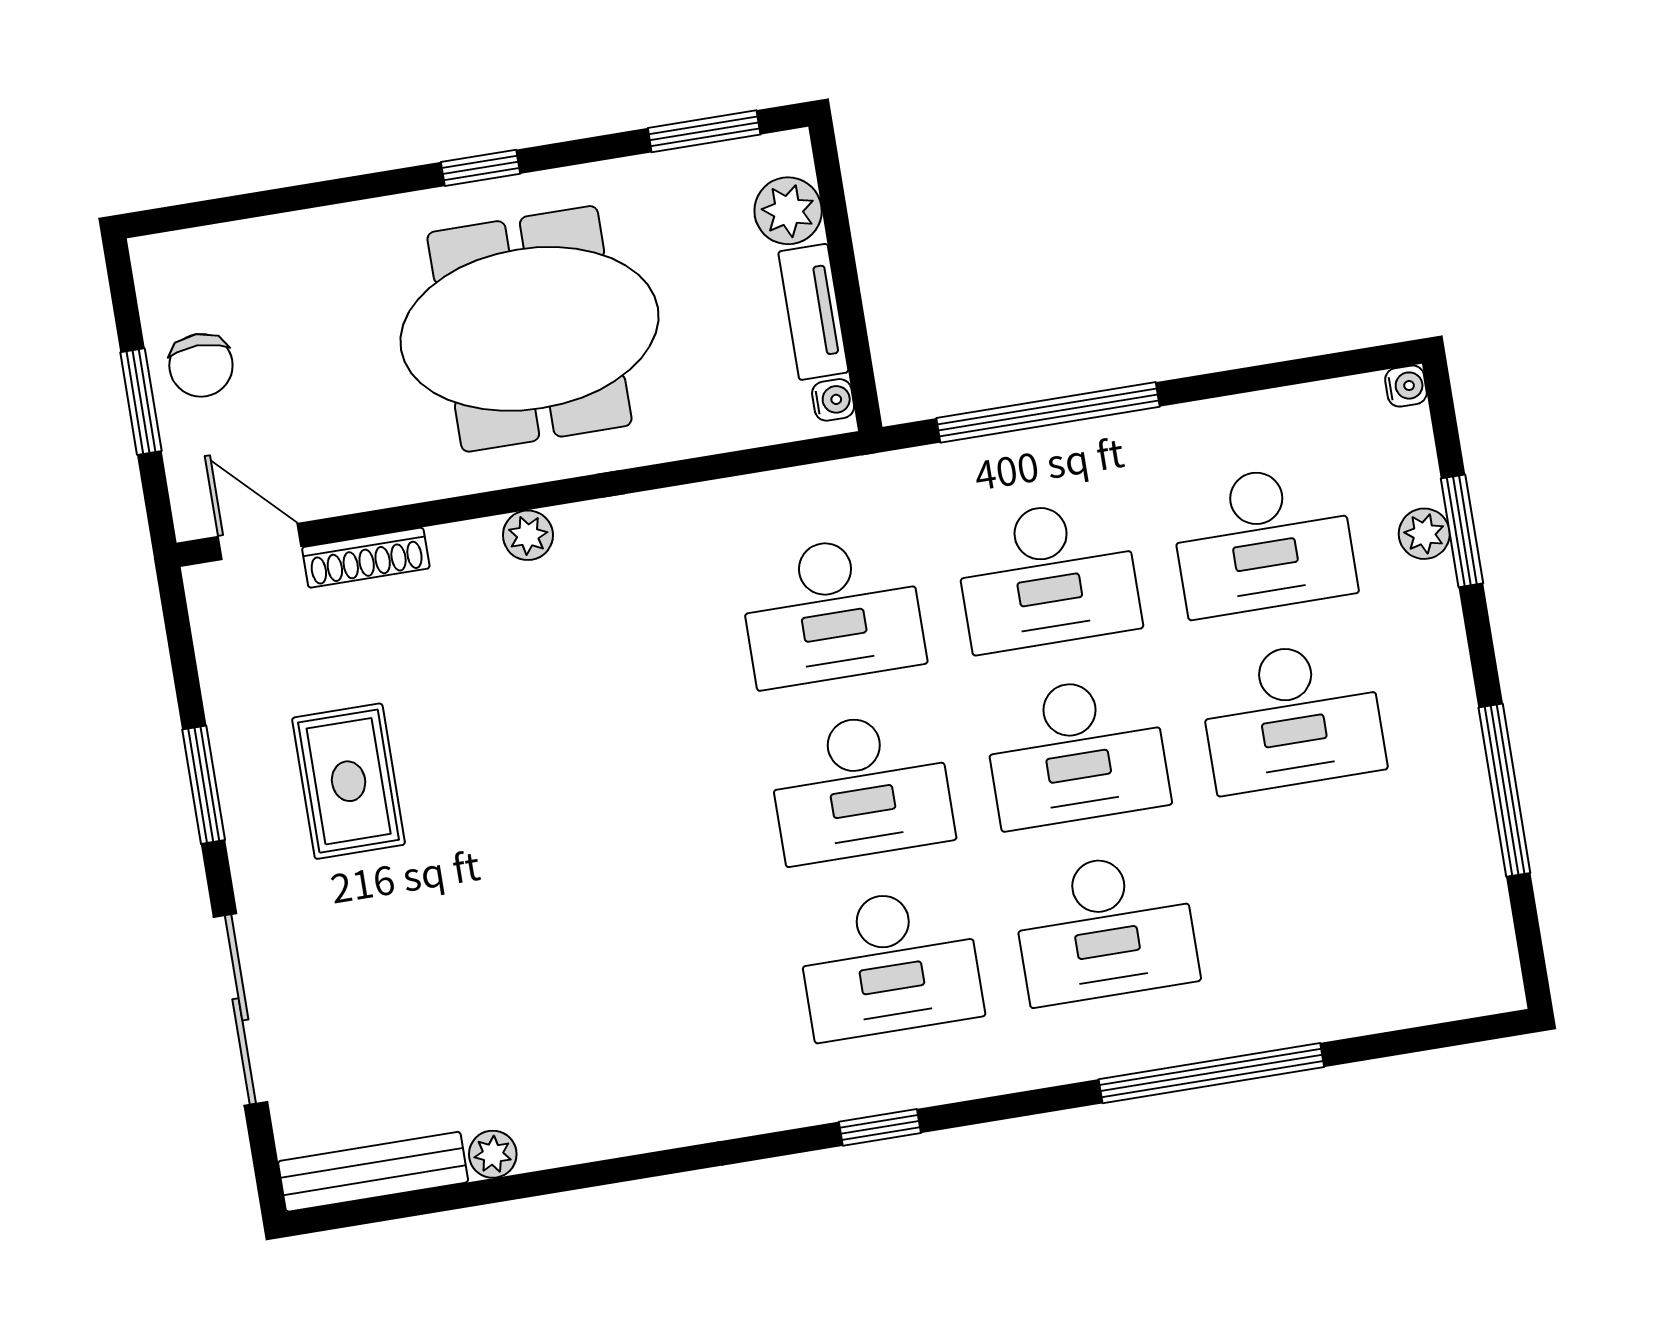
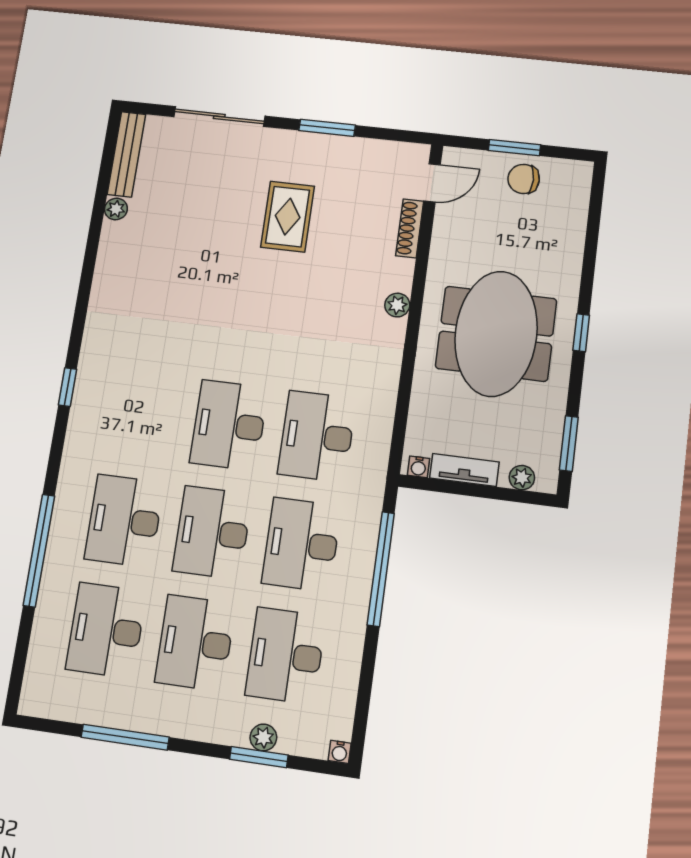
plant: (788, 211) -> (522, 478), width x0.73, depth x0.73
rug: (349, 781) -> (288, 217), moved, turned 90
desk: (889, 963) -> (106, 630), moved

